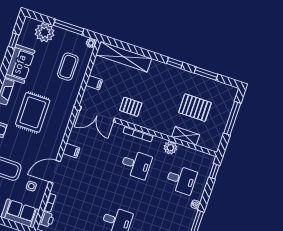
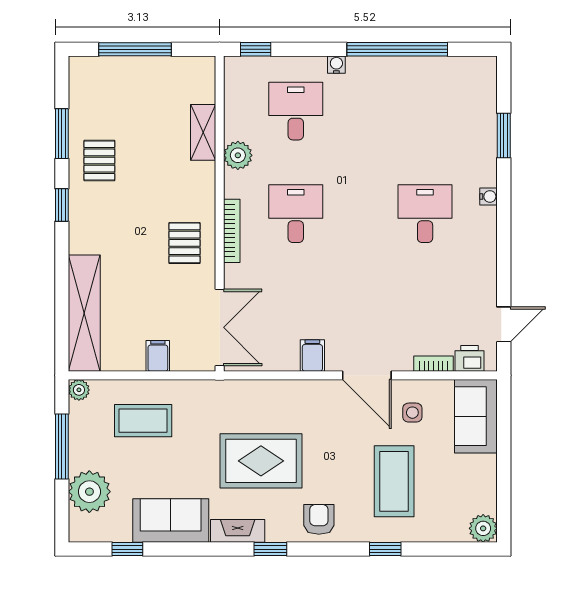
pallet: (131, 107) -> (184, 243), moved
pallet: (195, 108) -> (99, 161), moved, width x0.67, depth x0.71

